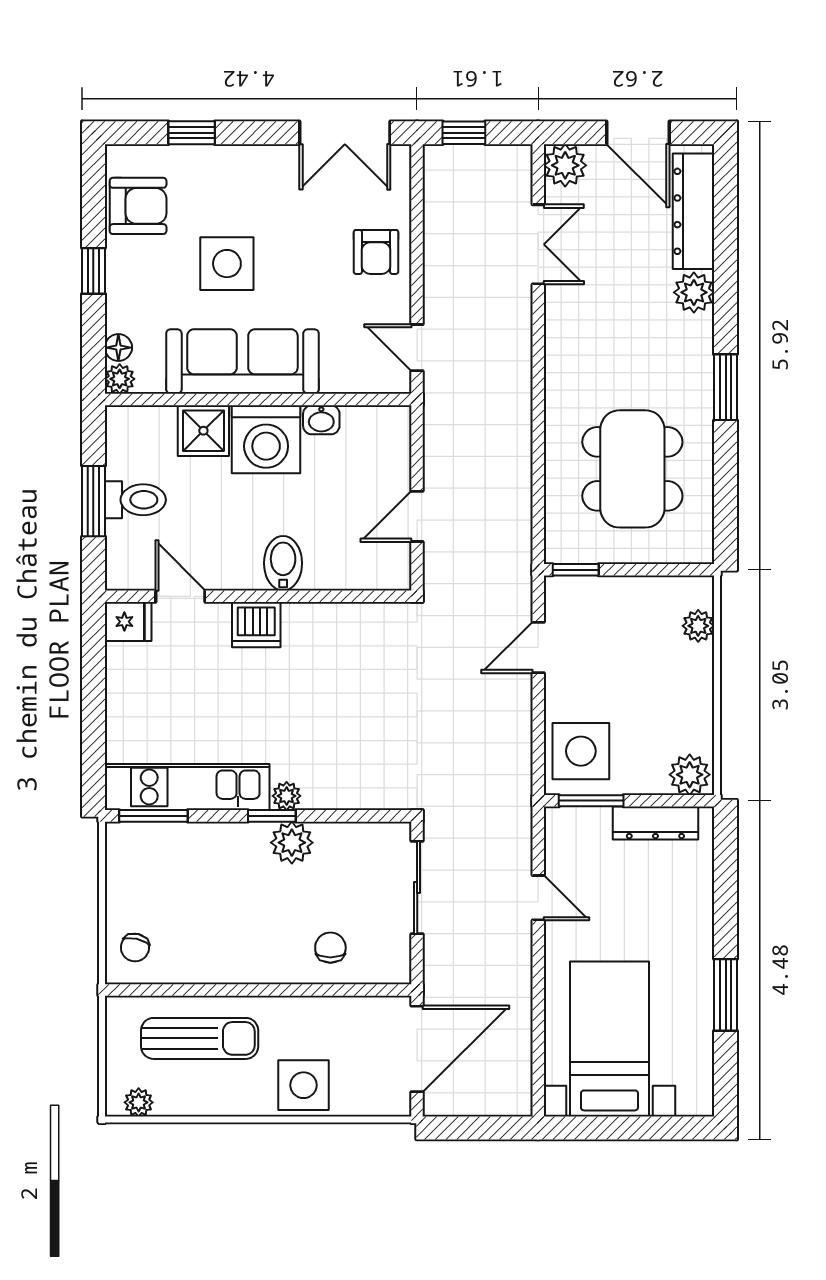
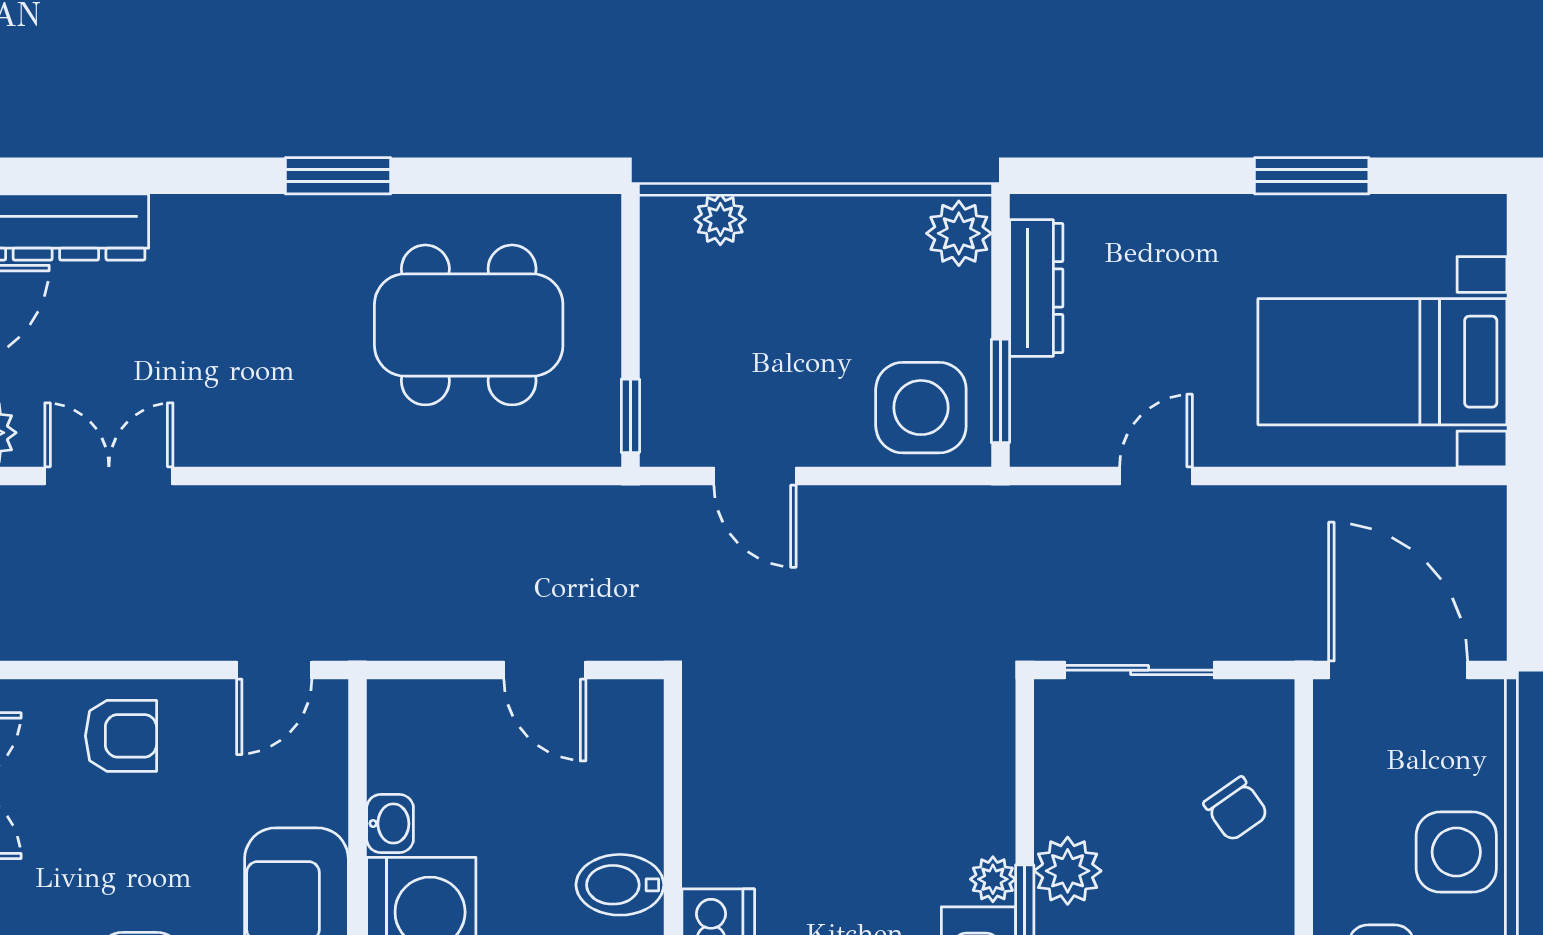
plant: (694, 292) -> (186, 226), removed
chair: (330, 948) -> (1236, 809), turned -125

